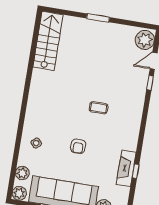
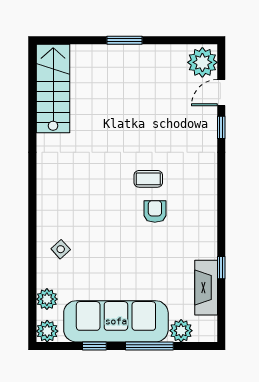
armchair: (78, 146) -> (155, 211), moved, turned 180
fireplace: (126, 168) -> (206, 288), moved

